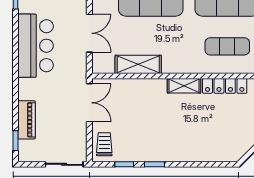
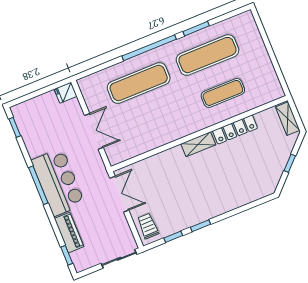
bar counter: (36, 46) -> (58, 182), moved
window: (15, 63) -> (38, 185), added
shelving: (138, 64) -> (149, 142), removed

